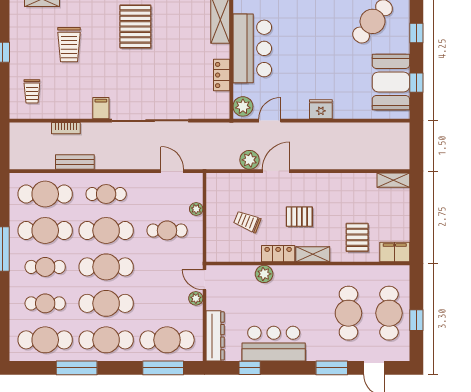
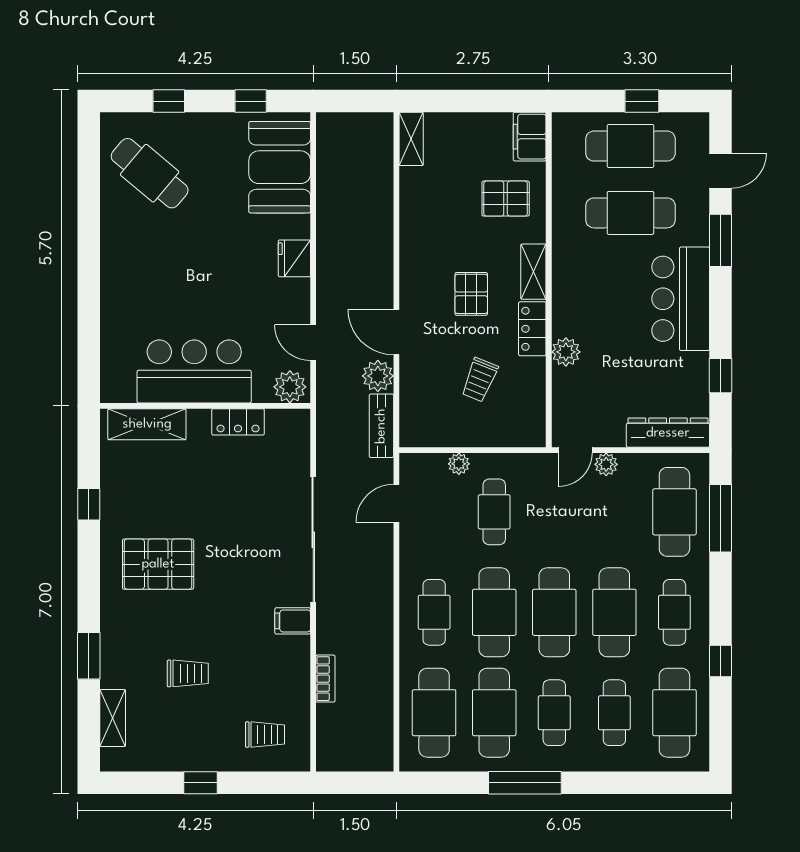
trolley: (69, 45) -> (188, 673), width x0.73, depth x0.72
booth: (391, 82) -> (280, 167), moved, turned 90
bench: (75, 162) -> (381, 426), moved
cafe table: (106, 340) -> (674, 612), width x0.73, depth x0.74
bar counter: (274, 344) -> (681, 299), moved
window: (77, 368) -> (721, 661), width x0.46

